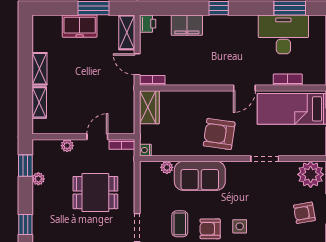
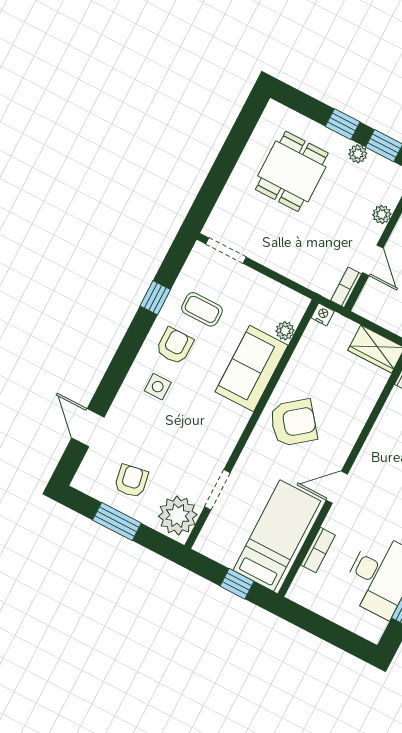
door: (244, 88) -> (337, 487), hinge flipped
armchair: (219, 134) -> (293, 423), turned 44
doorway: (265, 159) -> (217, 490), moved
dining table: (95, 193) -> (292, 171), moved
window: (25, 224) -> (343, 124), moved

